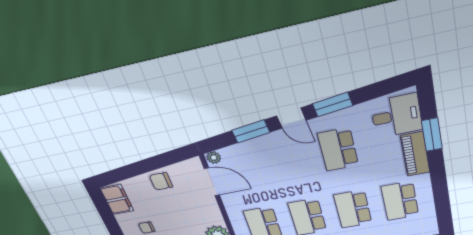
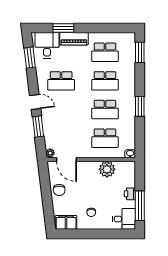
window: (333, 105) -> (30, 58), moved
door: (291, 118) -> (35, 102), hinge flipped
door: (212, 182) -> (66, 160), swing flipped

